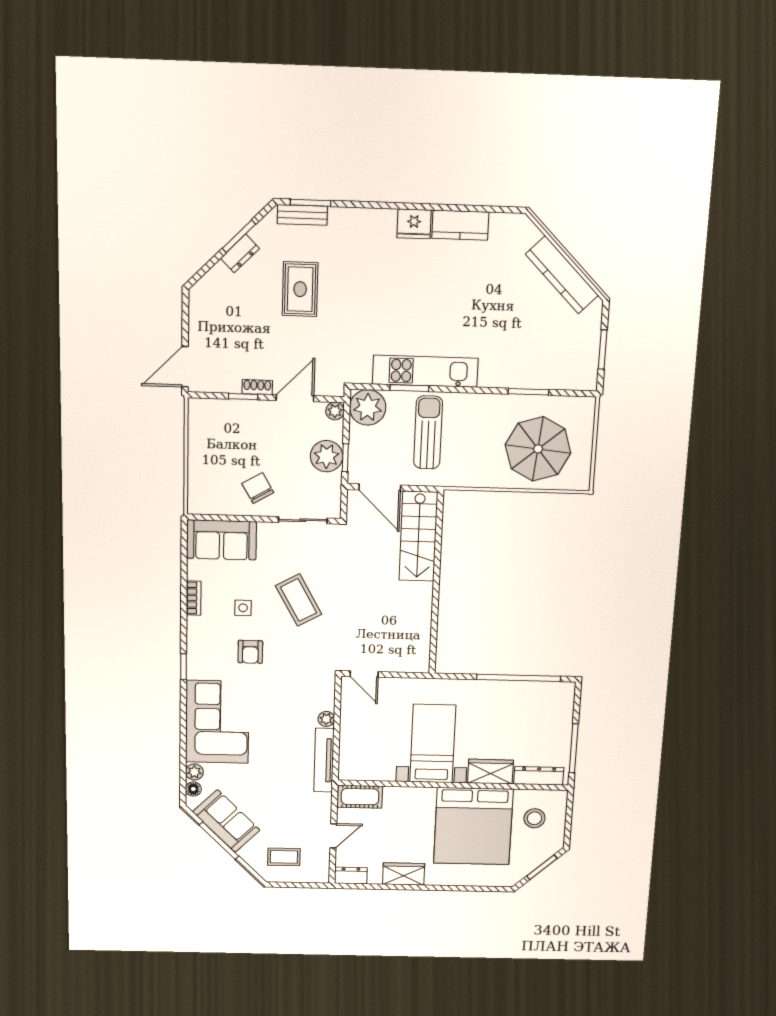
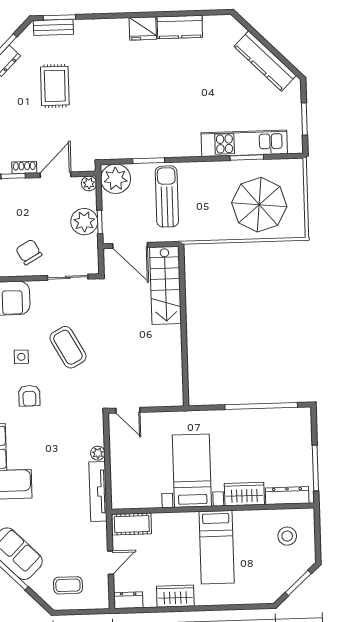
kitchen unit: (425, 371) -> (244, 143), moved
bed: (473, 826) -> (217, 547), width x0.49

